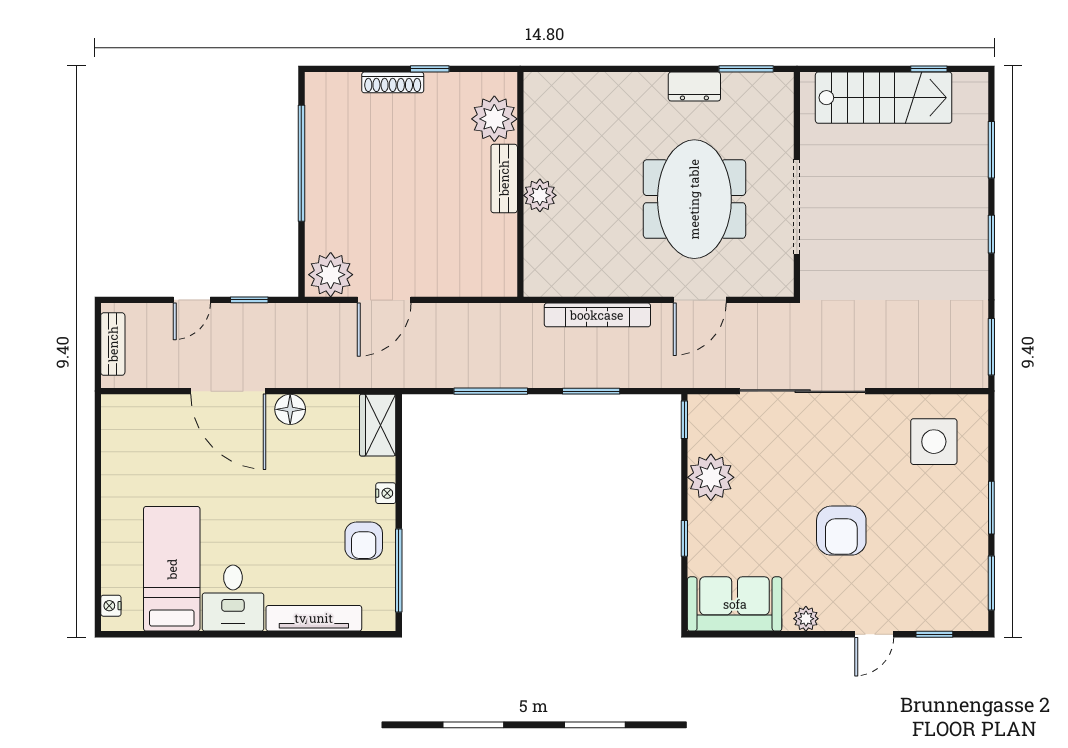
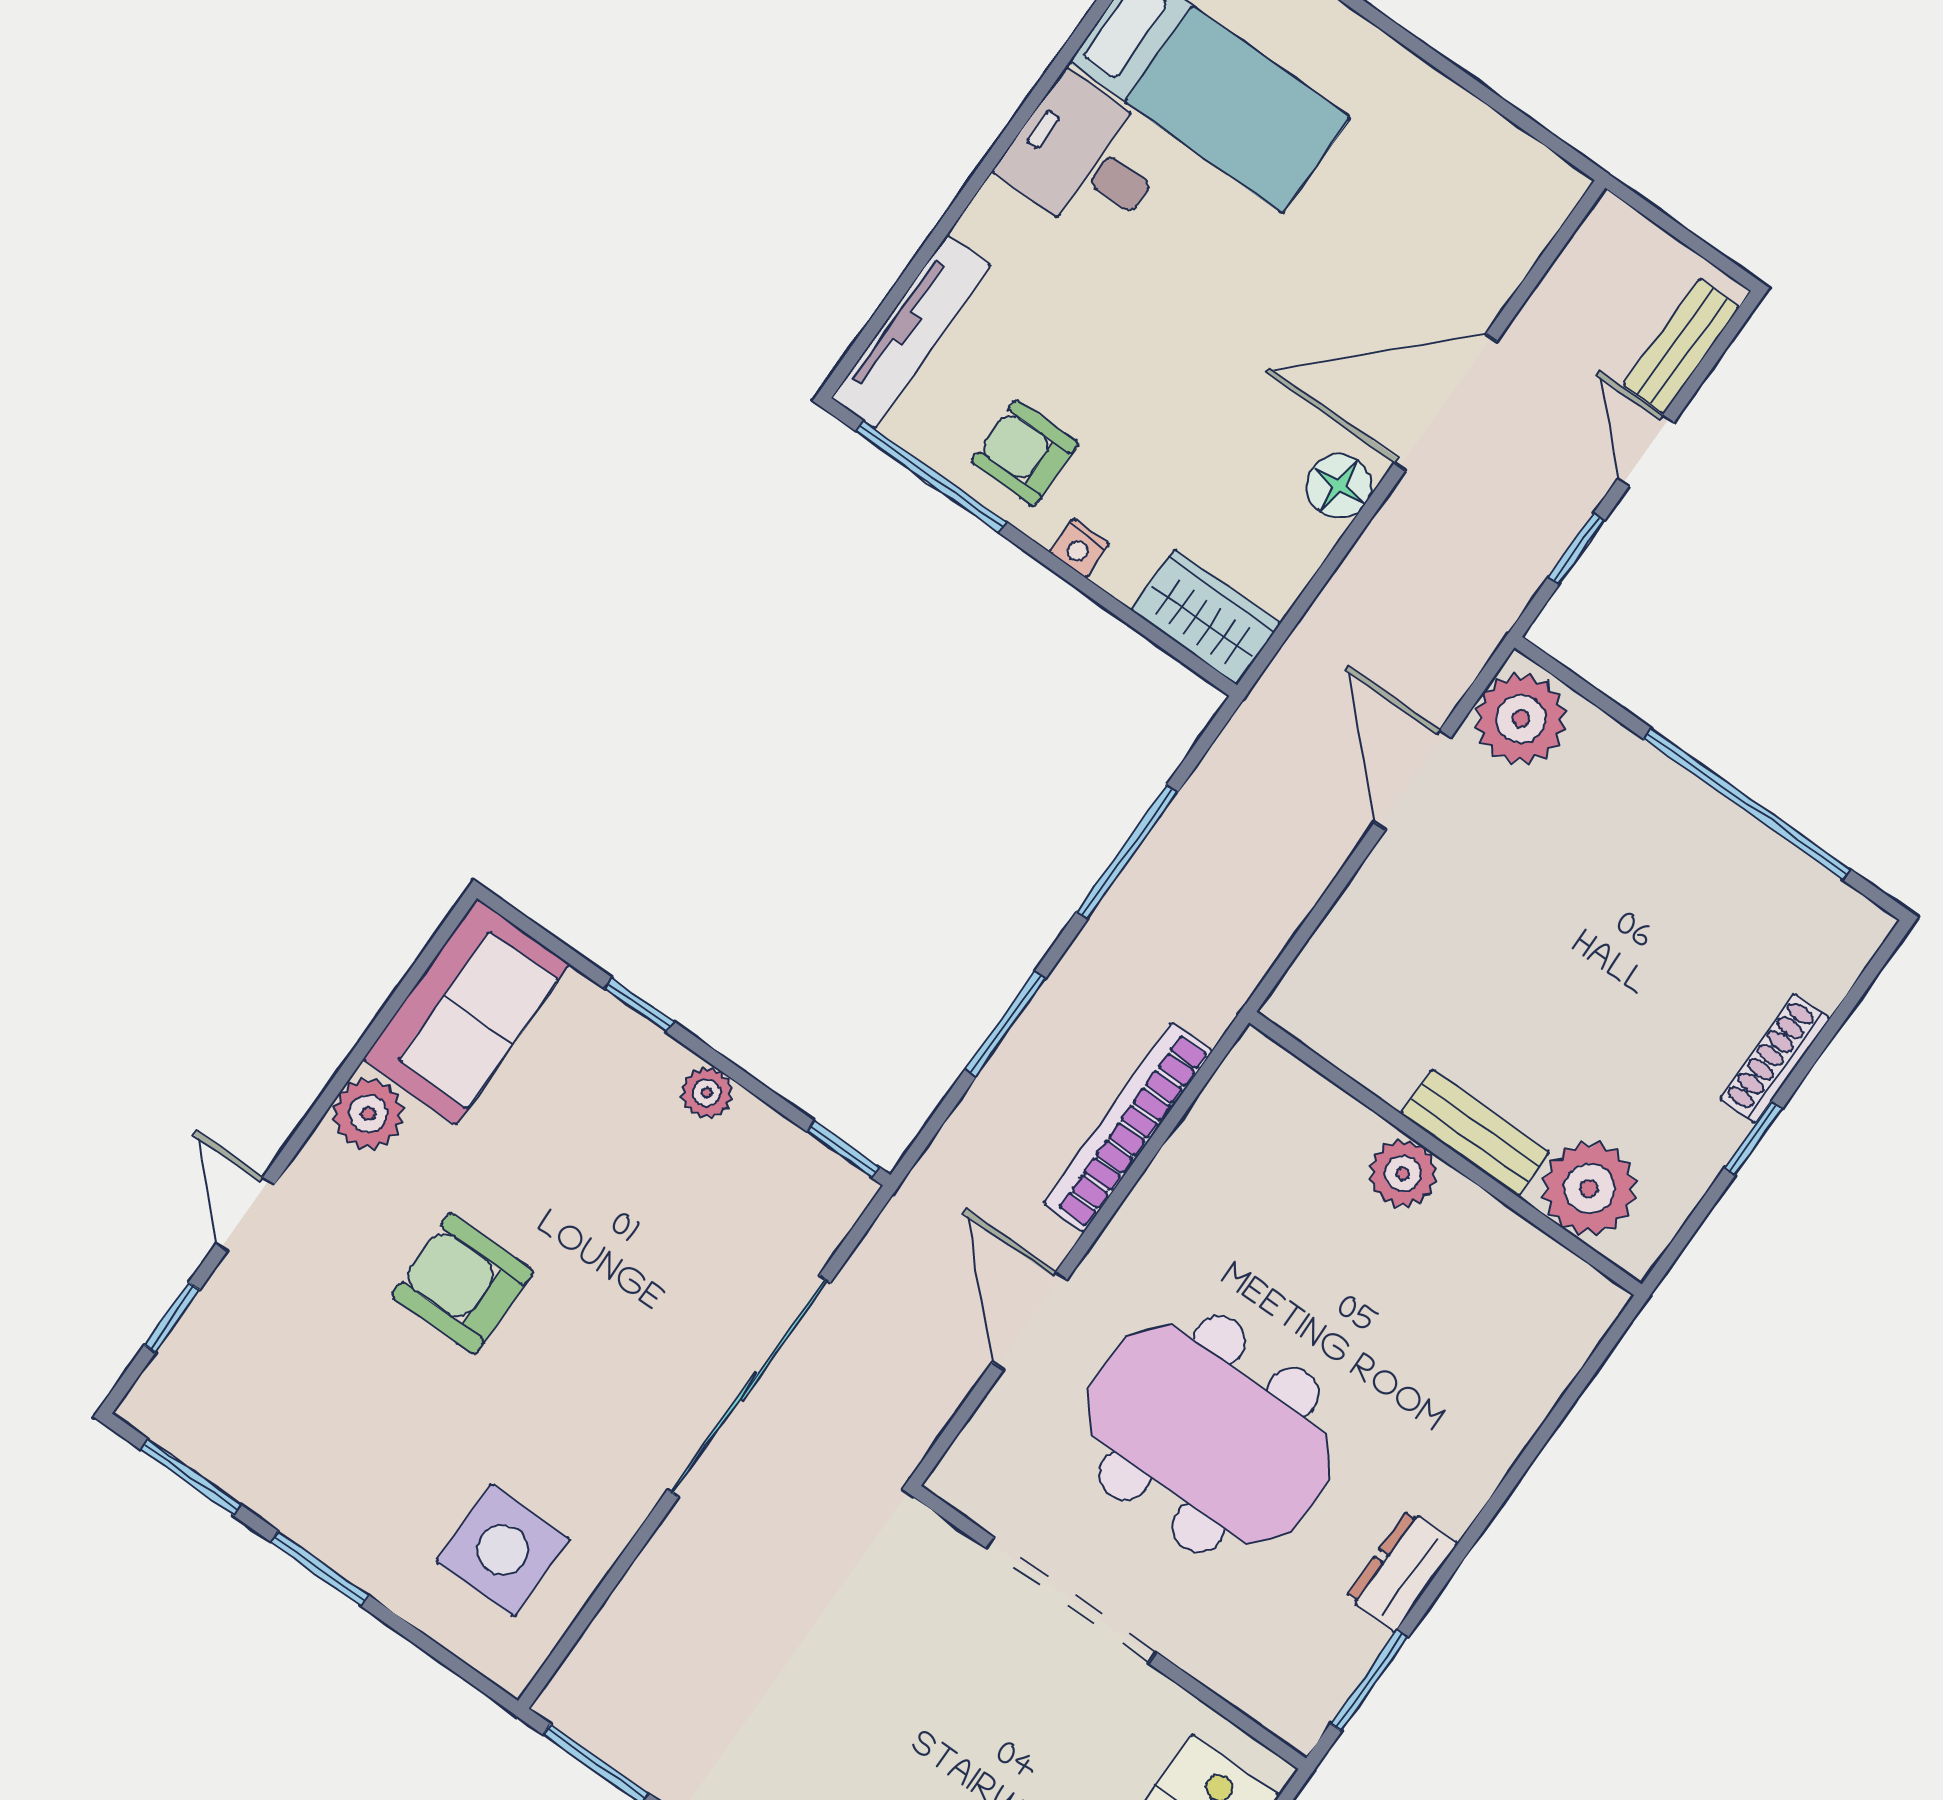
bench: (113, 344) -> (1681, 346), moved, turned 90
plant: (711, 477) -> (707, 1093), width x0.53, depth x0.53
tv unit: (314, 618) -> (911, 332), moved
plant: (806, 619) -> (368, 1114), width x1.38, depth x1.38

